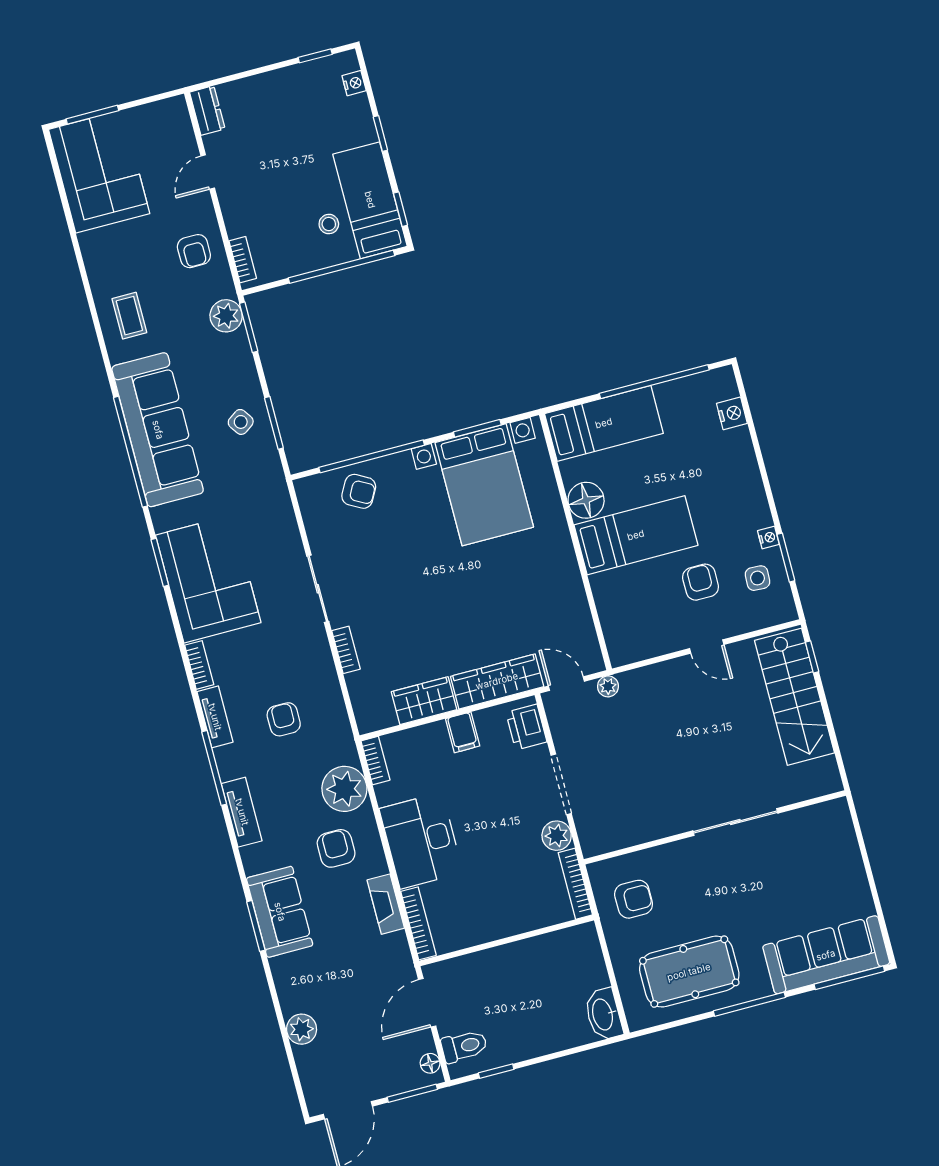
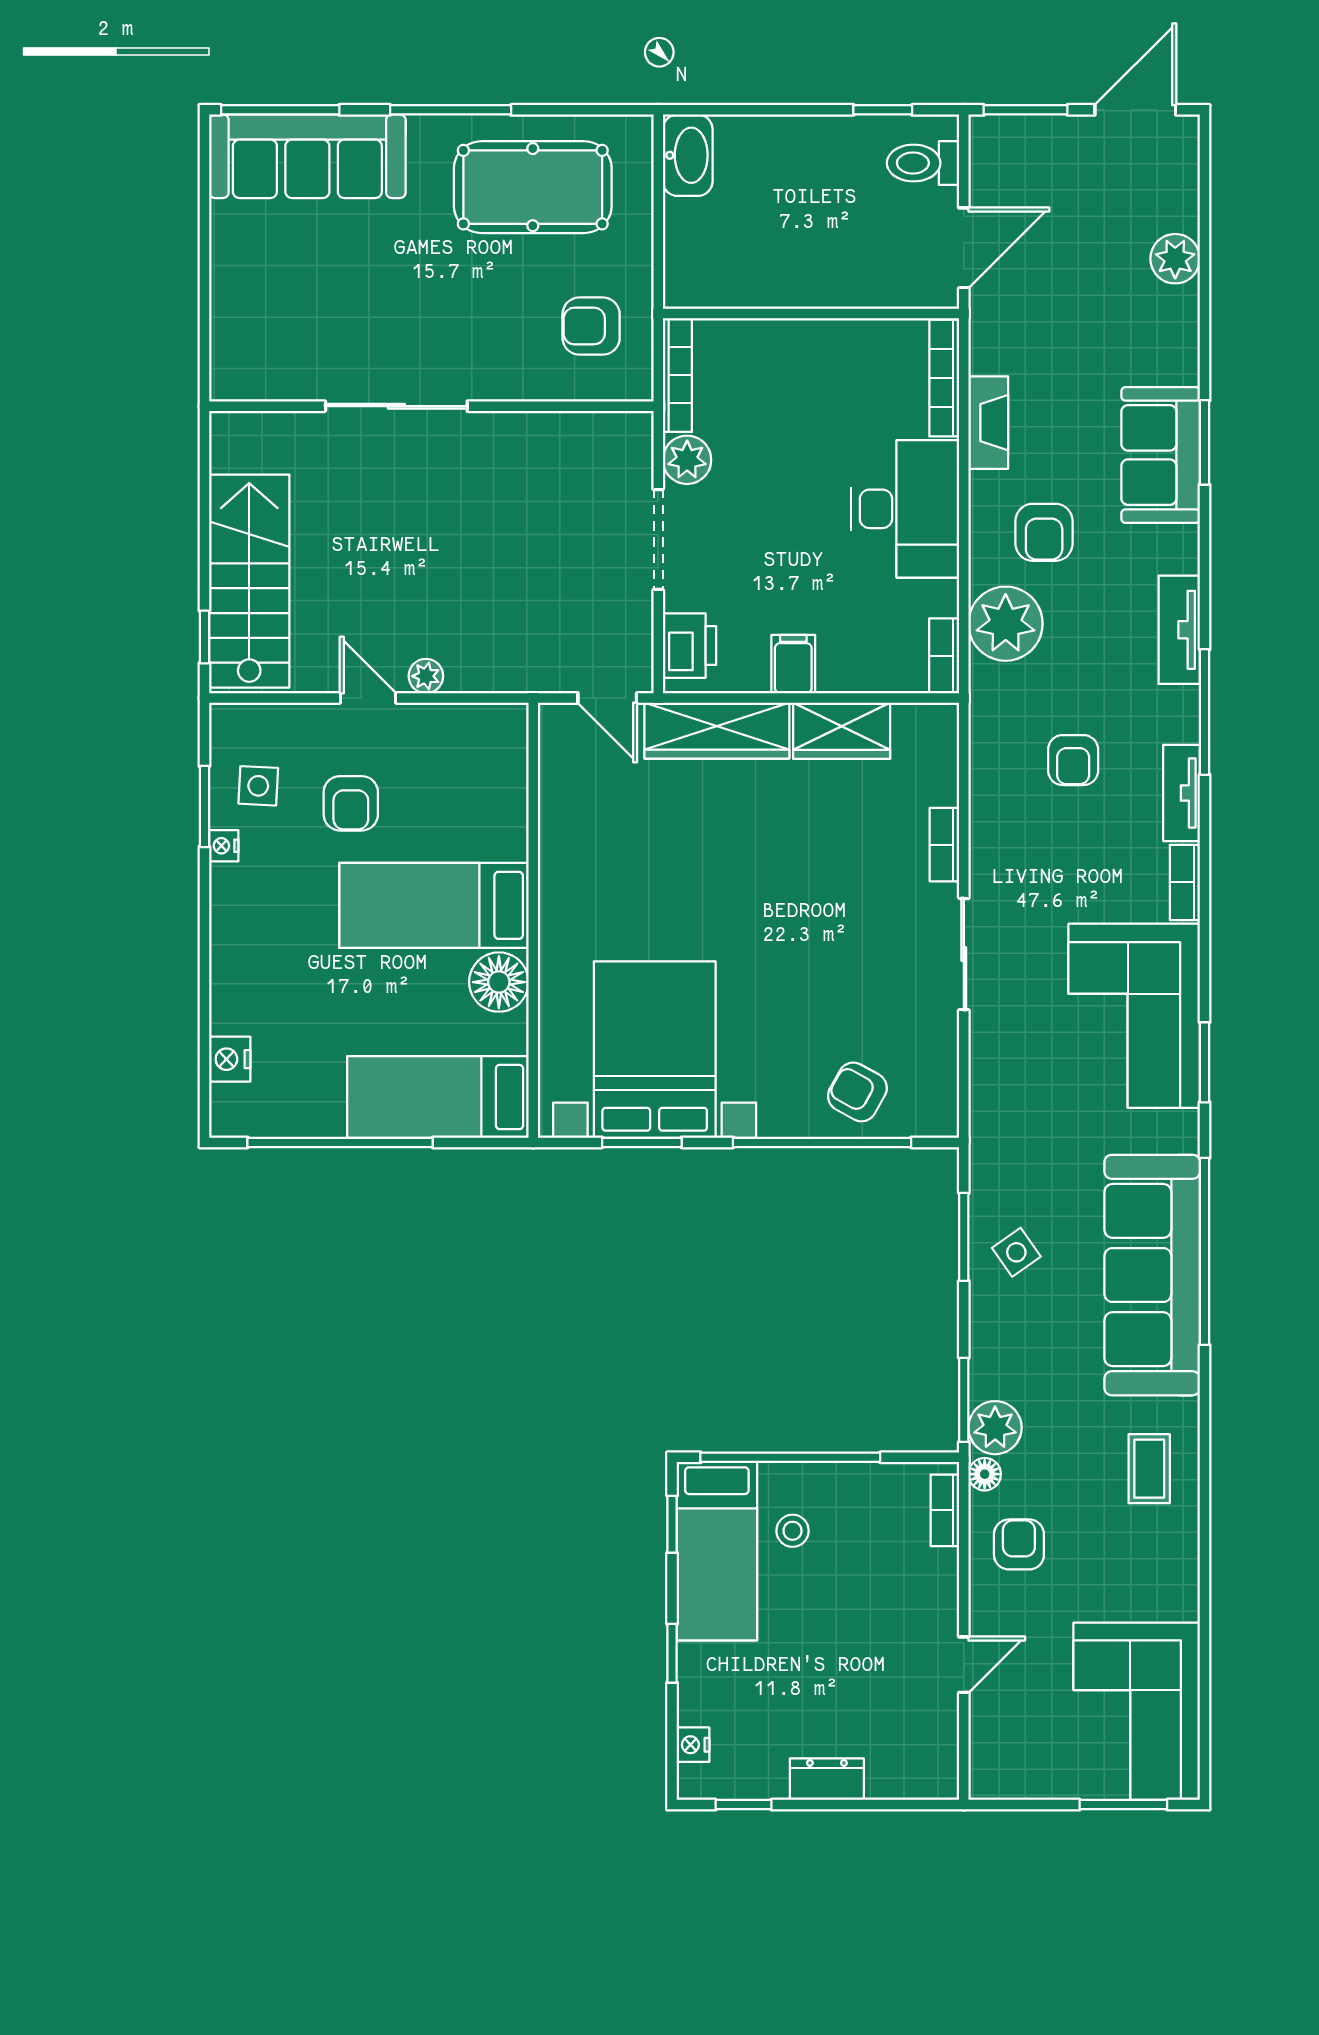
dresser: (207, 110) -> (827, 1779), moved, turned 90
plant: (608, 686) -> (426, 676), moved
floor lamp: (430, 1063) -> (985, 1474), moved

